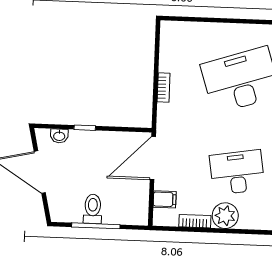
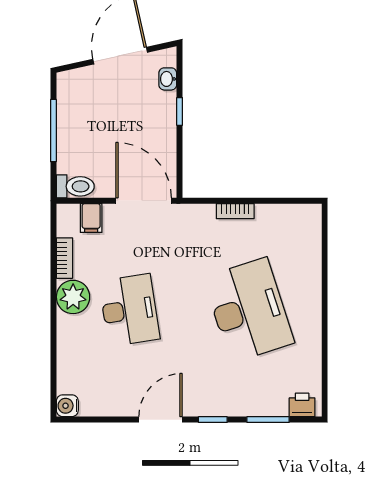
toilet: (93, 209) -> (75, 186), moved

